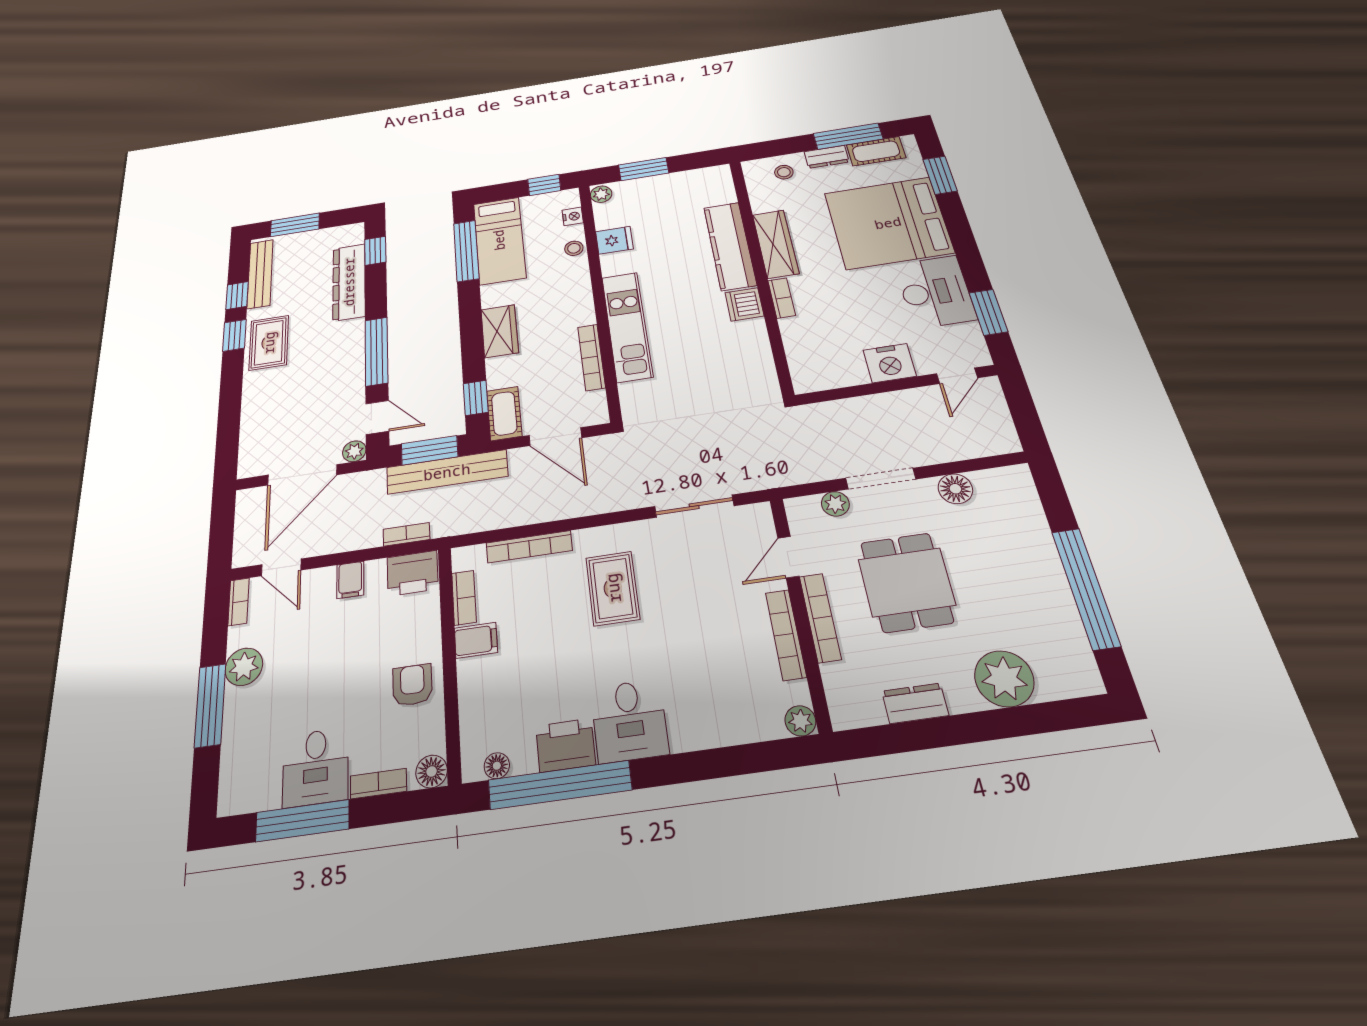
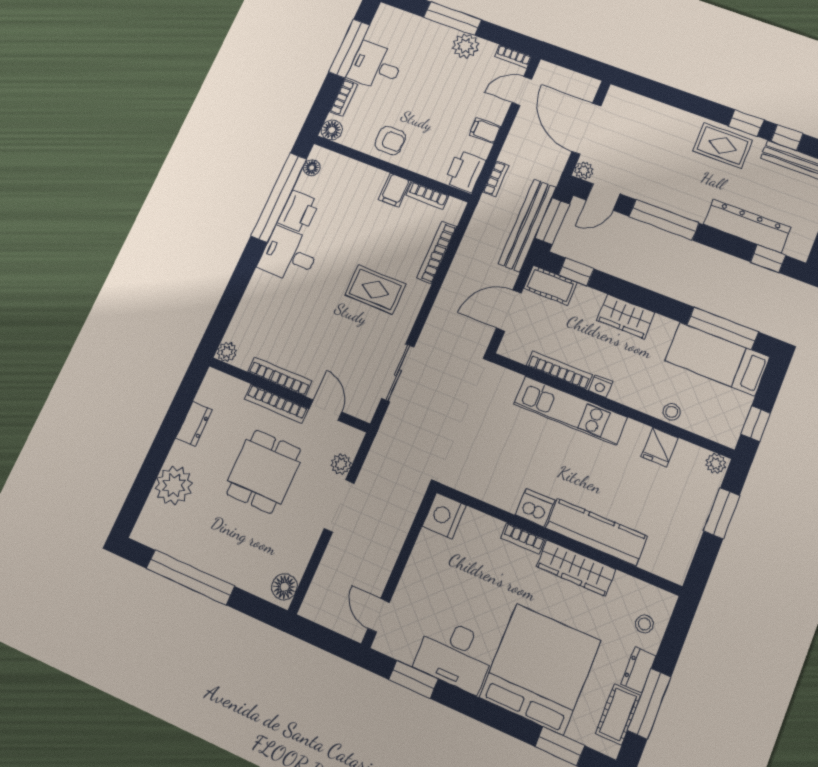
nightstand: (573, 216) -> (600, 386), moved
nightstand: (890, 363) -> (444, 516), moved
floor lamp: (955, 489) -> (284, 587), moved
dining table: (907, 582) -> (264, 471), turned 90

